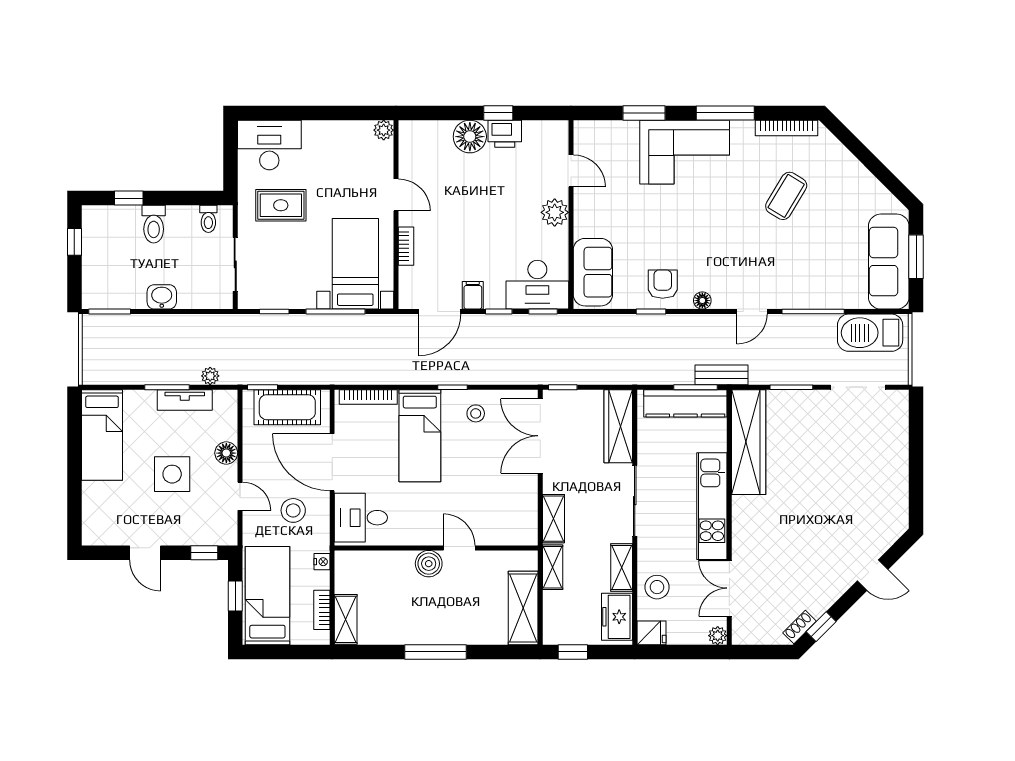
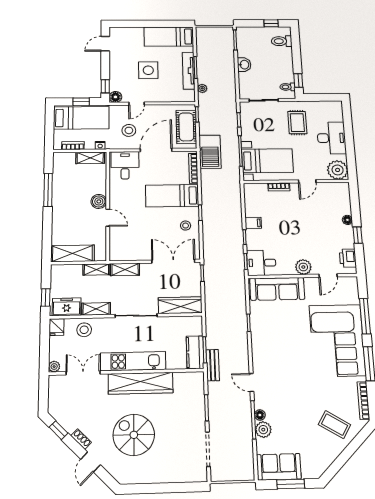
window: (644, 113) -> (365, 316), width x1.44
plant: (384, 130) -> (338, 170), width x1.88, depth x1.88
printer: (505, 134) -> (348, 258), moved
floor lamp: (470, 137) -> (347, 220), width x0.53, depth x0.53
desk: (269, 145) -> (332, 138), moved
corner sofa: (685, 152) -> (337, 340), width x1.36, depth x1.36
coffee table: (786, 196) -> (335, 425), moved
window: (129, 198) -> (298, 81), moved
toilet: (154, 224) -> (282, 41), moved
sofa: (889, 262) -> (279, 467), width x0.73
sofa: (593, 272) -> (277, 289), width x1.36
armchair: (663, 284) -> (265, 329), removed
desk: (537, 285) -> (261, 263), width x0.73
plant: (829, 296) -> (263, 430), added
floor lamp: (702, 301) -> (260, 415), moved
door: (440, 312) -> (243, 205), removed
barbecue: (870, 333) -> (210, 152), moved, turned 180
tv unit: (185, 400) -> (189, 71), width x1.41
kitchen counter: (685, 403) -> (195, 352), width x0.67
wardrobe: (749, 442) -> (141, 383), moved
floor lamp: (226, 453) -> (115, 97), moved
spiral stairs: (832, 506) -> (134, 435), added
door: (459, 548) -> (108, 218), hinge flipped
door: (145, 553) -> (105, 44), moved
shelving: (346, 619) -> (90, 158), moved
shoe rack: (800, 627) -> (81, 439), moved
window: (435, 652) -> (48, 190), moved
window: (573, 652) -> (46, 298), moved

